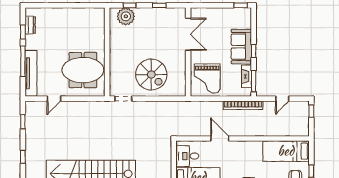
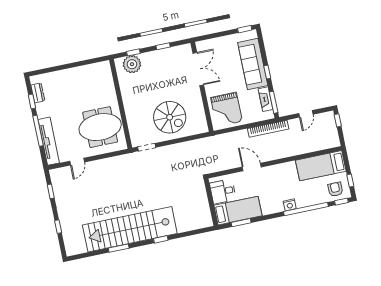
sofa: (241, 47) -> (253, 64), width x1.36

